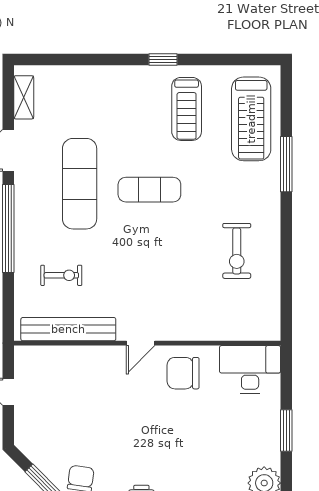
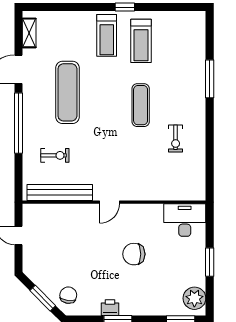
treadmill: (251, 119) -> (107, 35), moved, width x0.73, depth x0.73
exercise mat: (149, 190) -> (141, 105), moved, turned 90
exercise bike: (237, 251) -> (176, 139), width x0.73, depth x0.72
chair: (183, 373) -> (134, 254), moved

